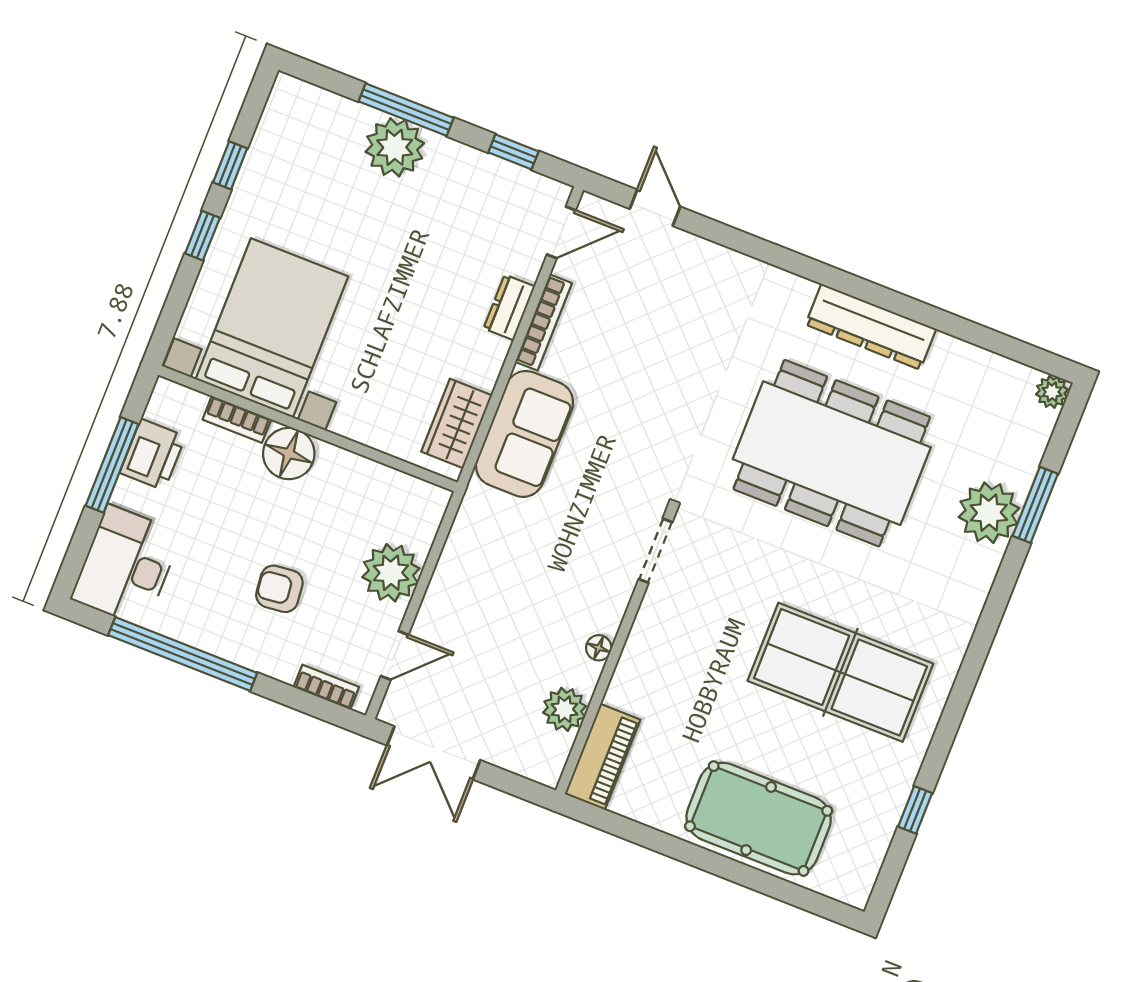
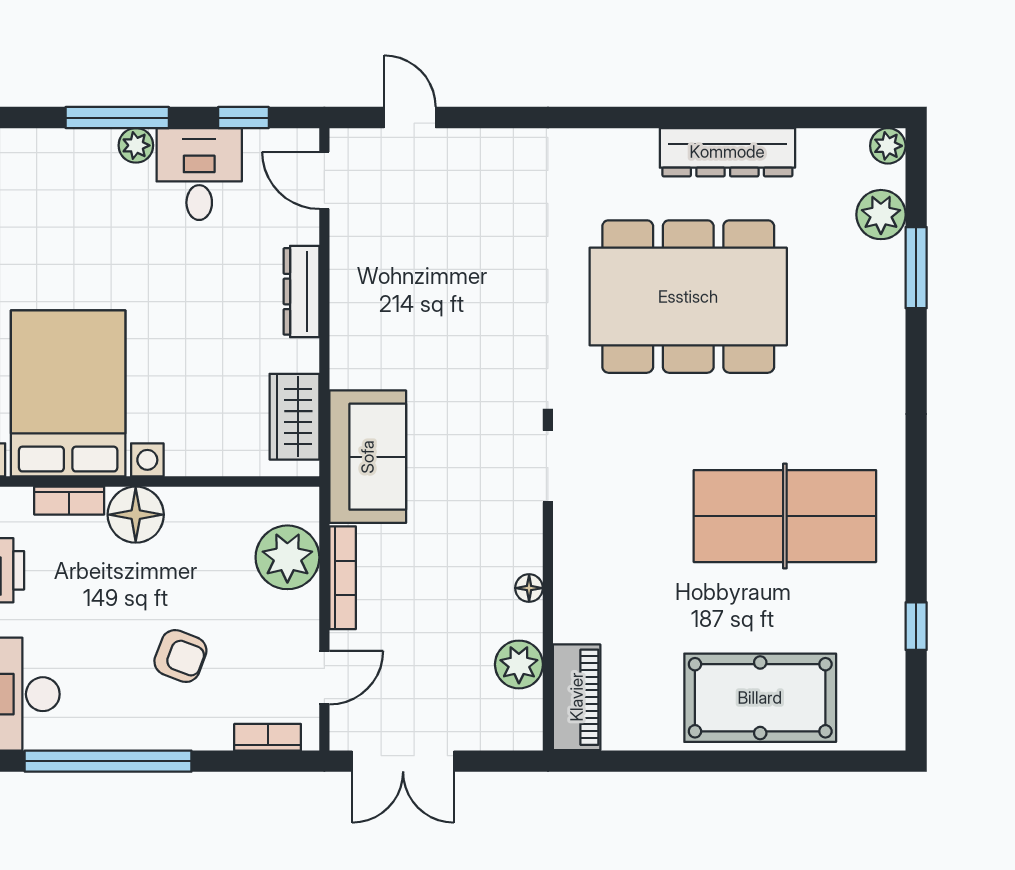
plant: (395, 147) -> (136, 145), width x0.53, depth x0.53
desk: (457, 185) -> (199, 174), added
door: (561, 232) -> (324, 180), swing flipped
dresser: (509, 307) -> (301, 291), width x1.44
bookcase: (544, 323) -> (343, 578), moved
dresser: (871, 327) -> (727, 152), moved
sofa: (524, 434) -> (368, 457), moved
plant: (989, 513) -> (881, 215), moved, width x0.73, depth x0.73
plant: (391, 573) -> (287, 557), moved
armchair: (279, 589) -> (180, 656), turned -153

